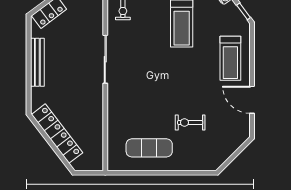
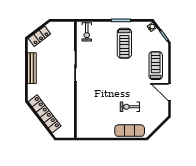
treadmill: (230, 58) -> (156, 66), turned 180
exercise mat: (149, 148) -> (130, 131), moved

